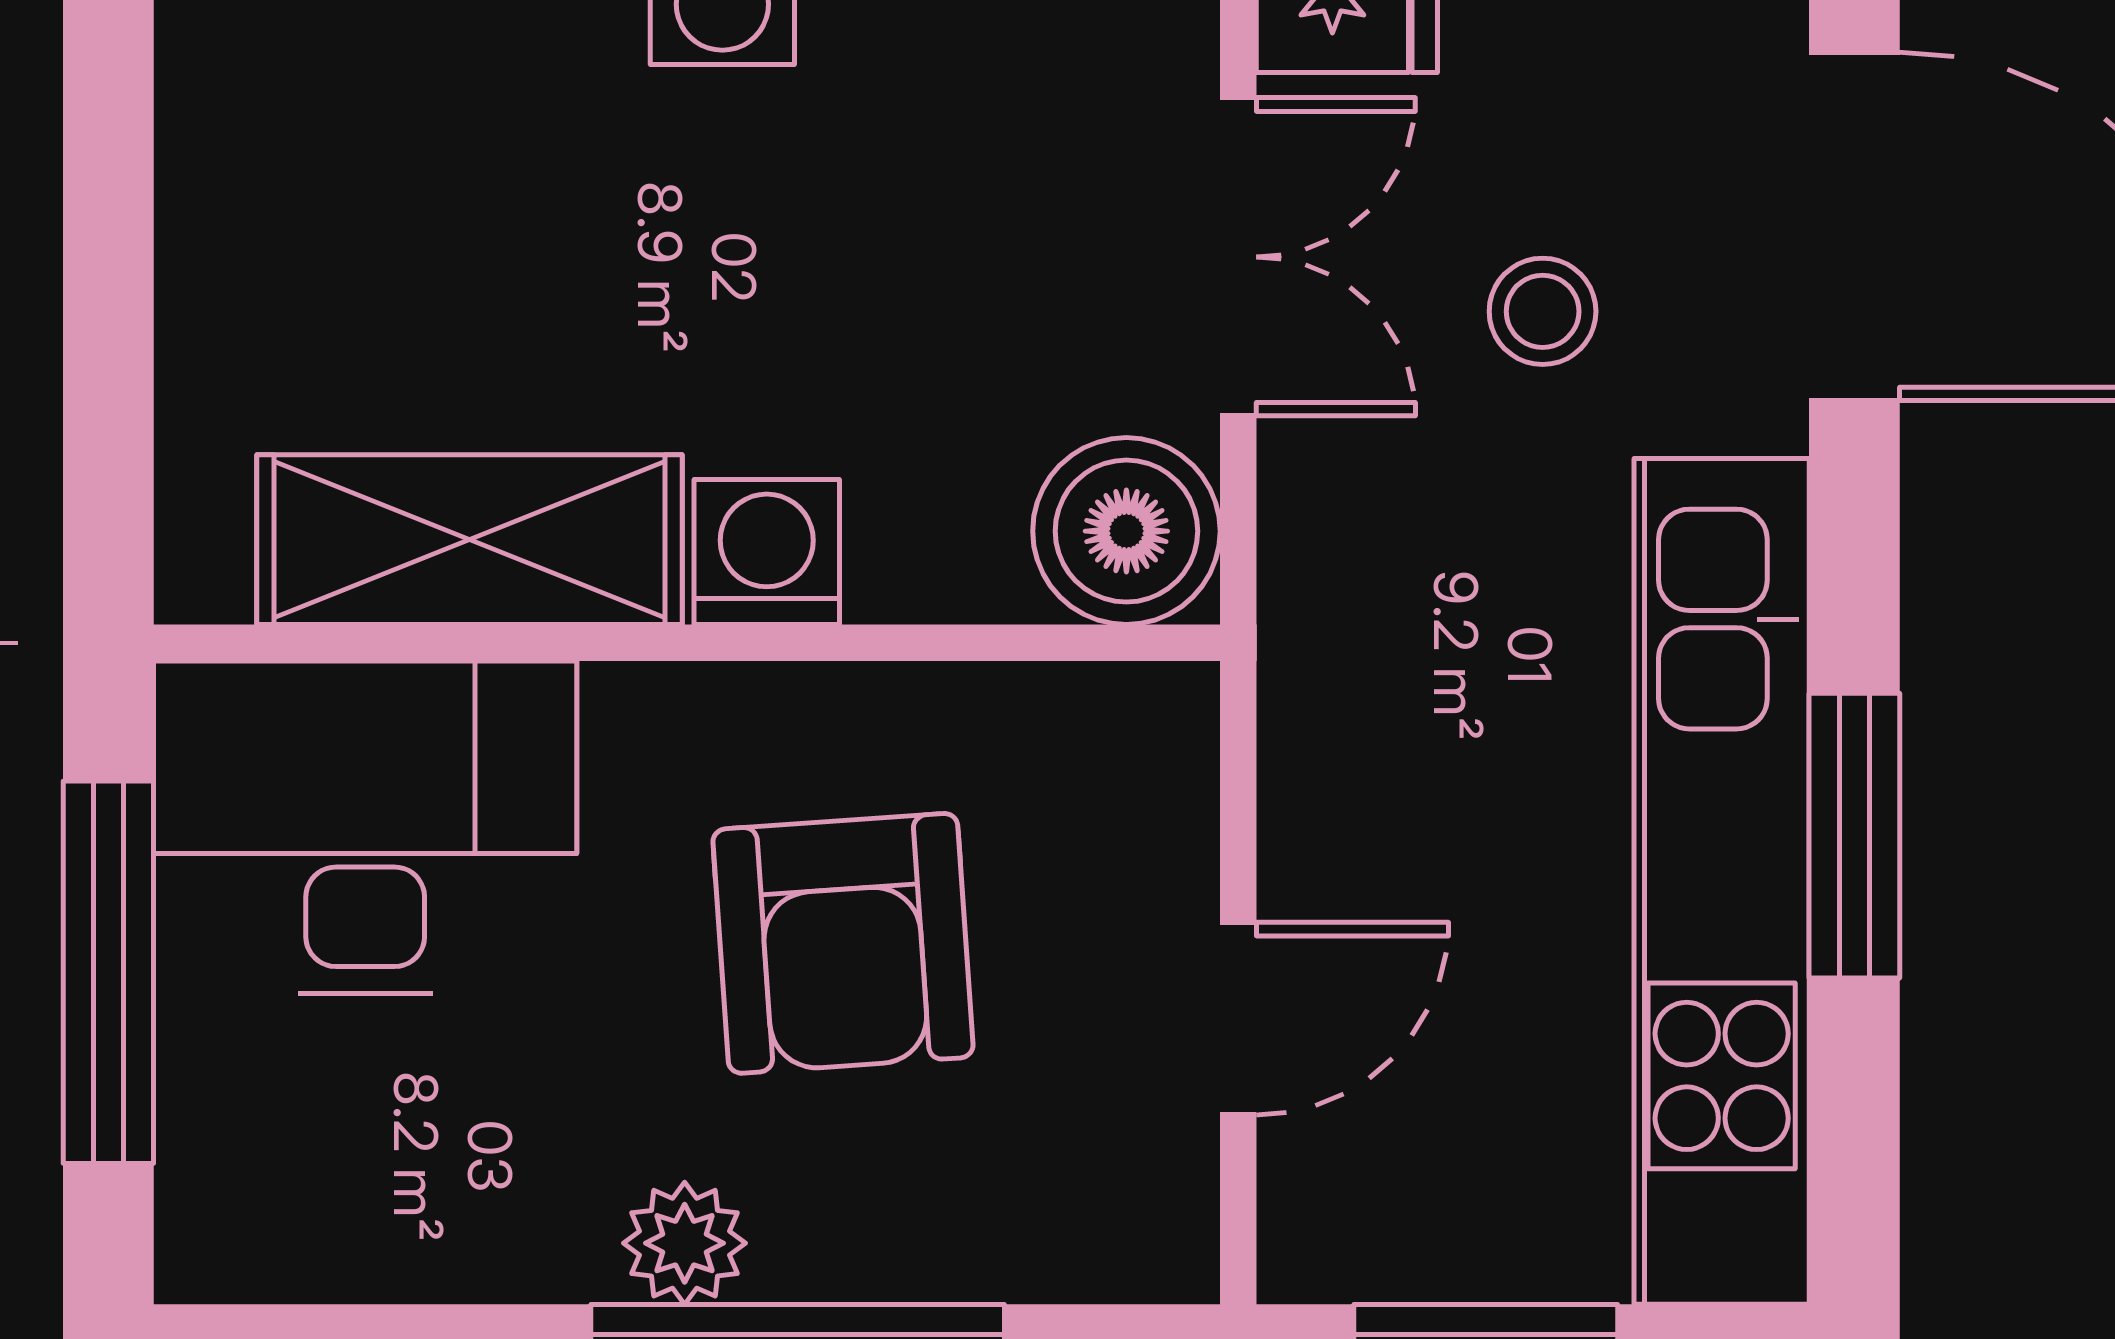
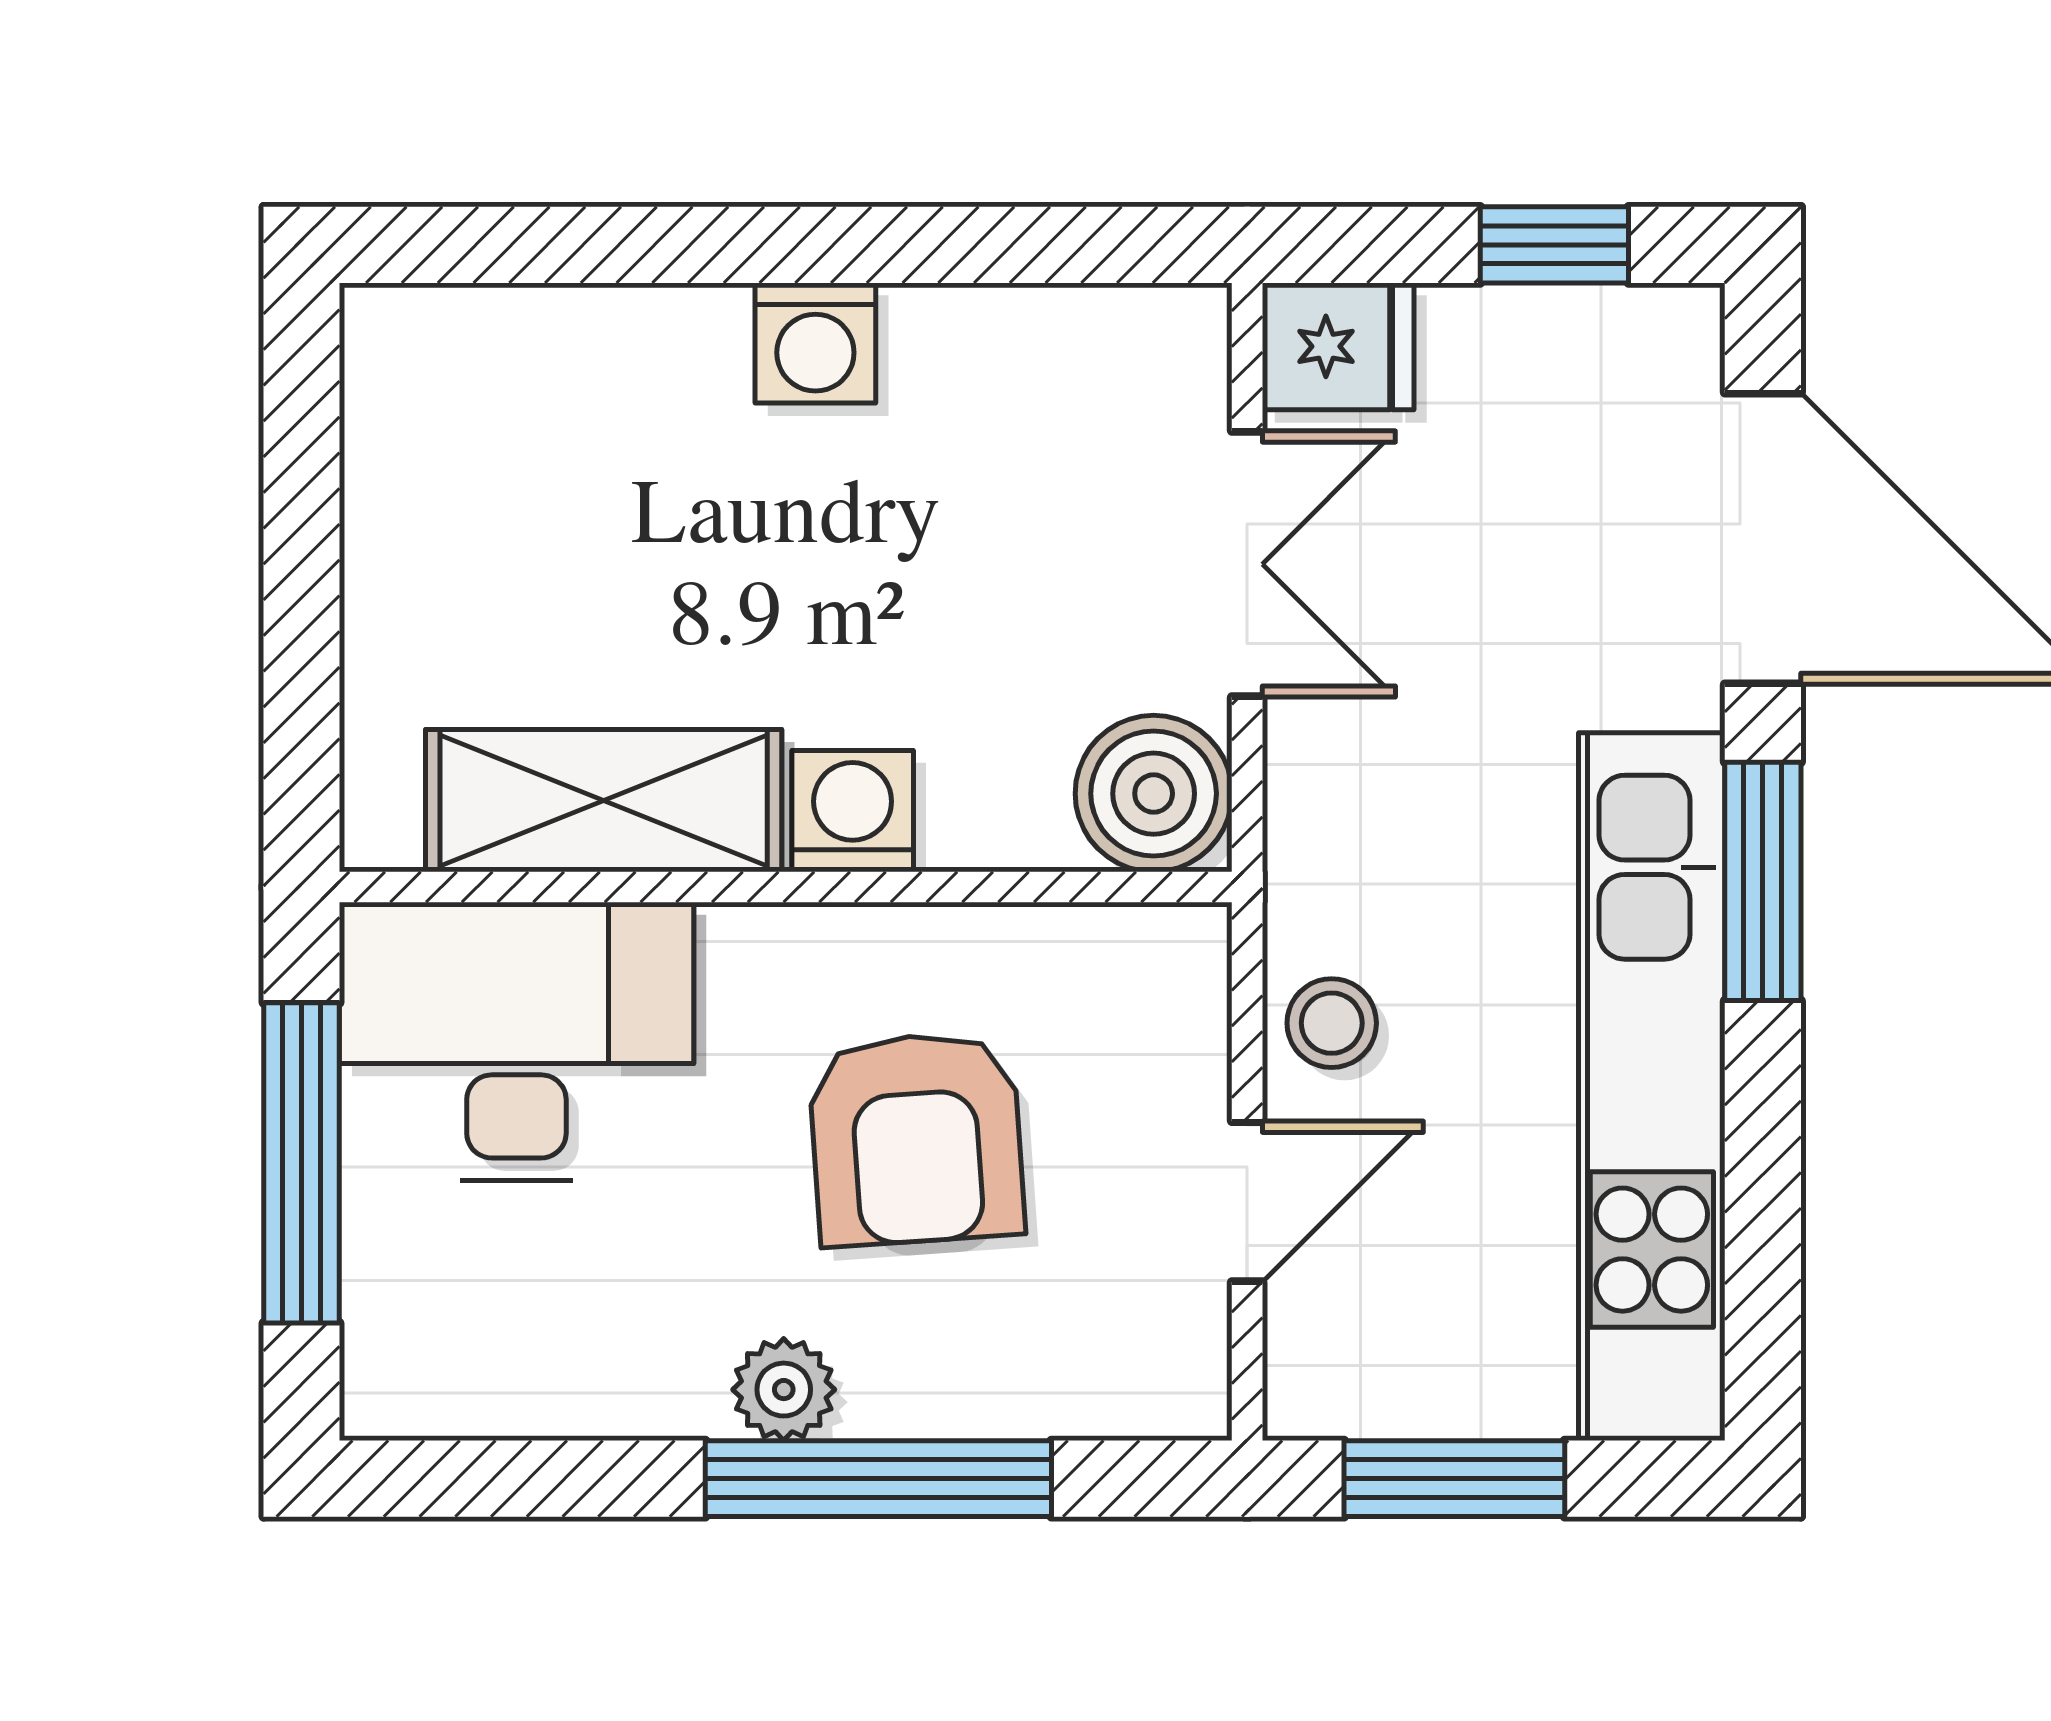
stool: (1543, 311) -> (1332, 1023), moved
window: (1854, 836) -> (1763, 881), moved

